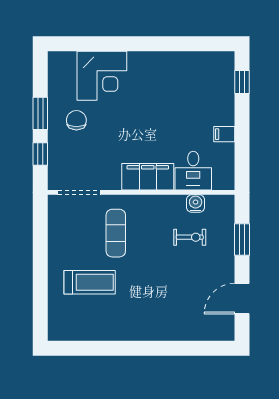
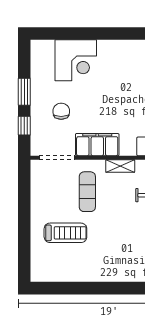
chair: (76, 120) -> (61, 111), moved
filing cabinet: (148, 177) -> (97, 145), moved
shelving: (155, 202) -> (120, 166), added

